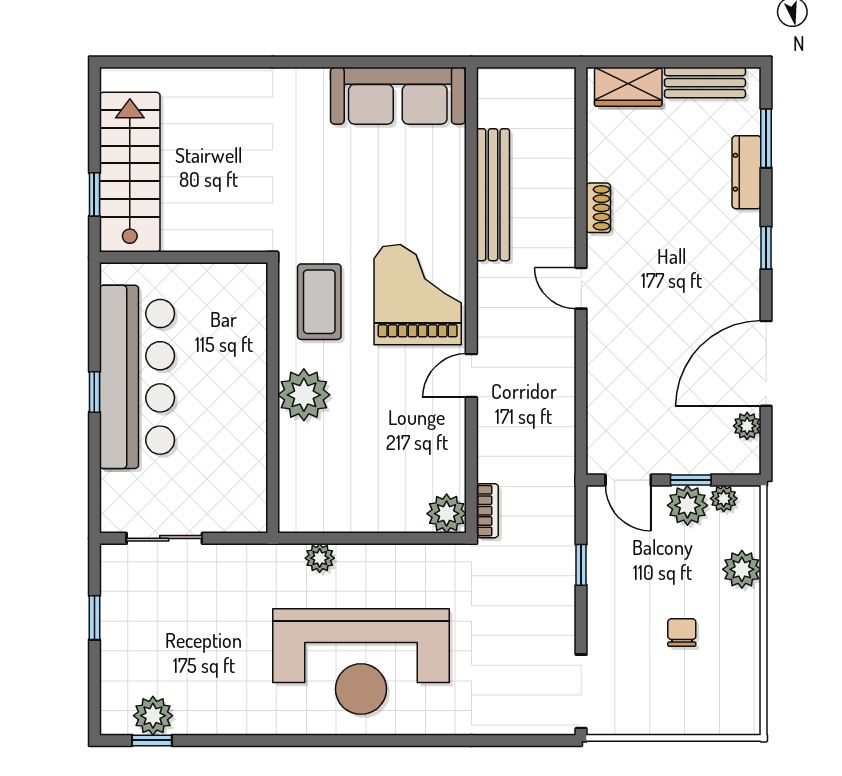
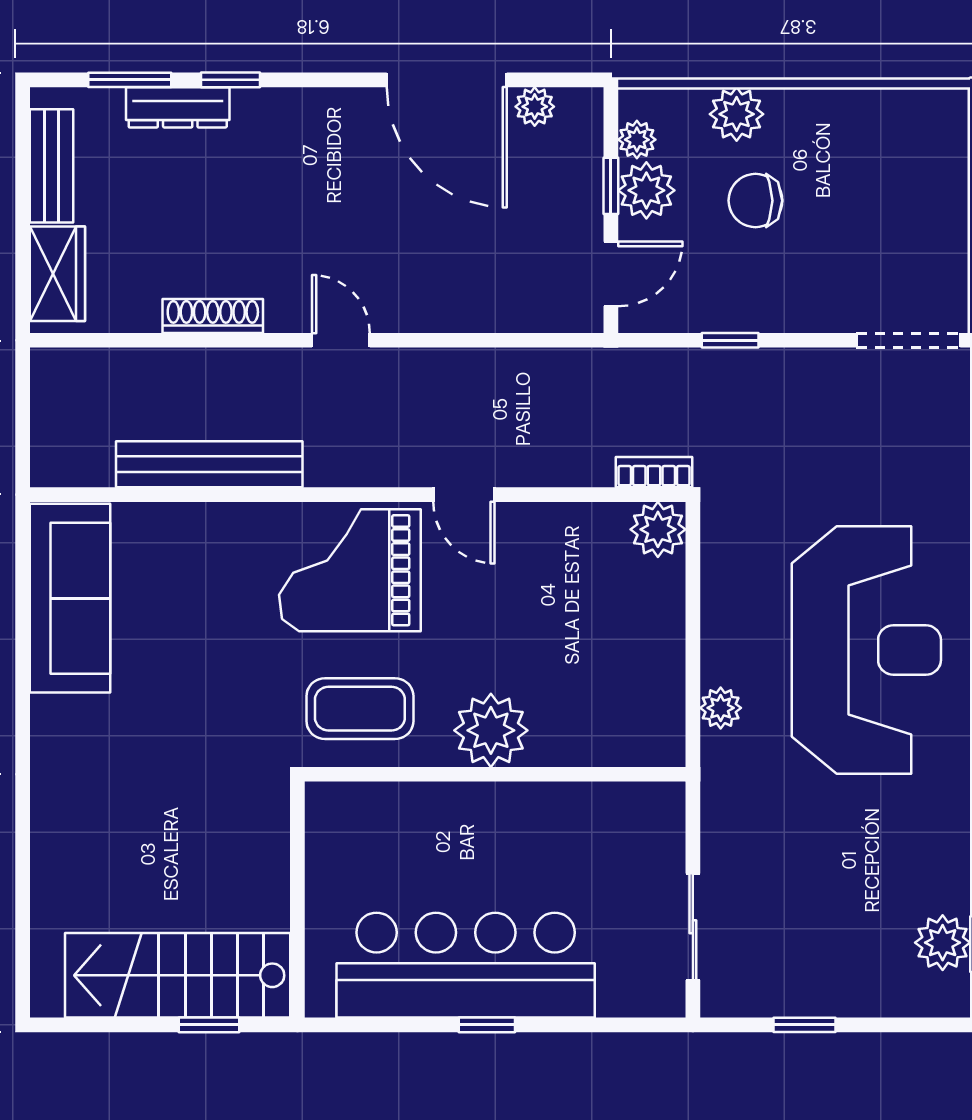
shoe rack: (598, 208) -> (213, 316), width x1.43
window: (766, 248) -> (230, 80), moved
door: (581, 288) -> (341, 340), swing flipped
chair: (682, 632) -> (755, 201), moved, width x1.37, depth x1.37

